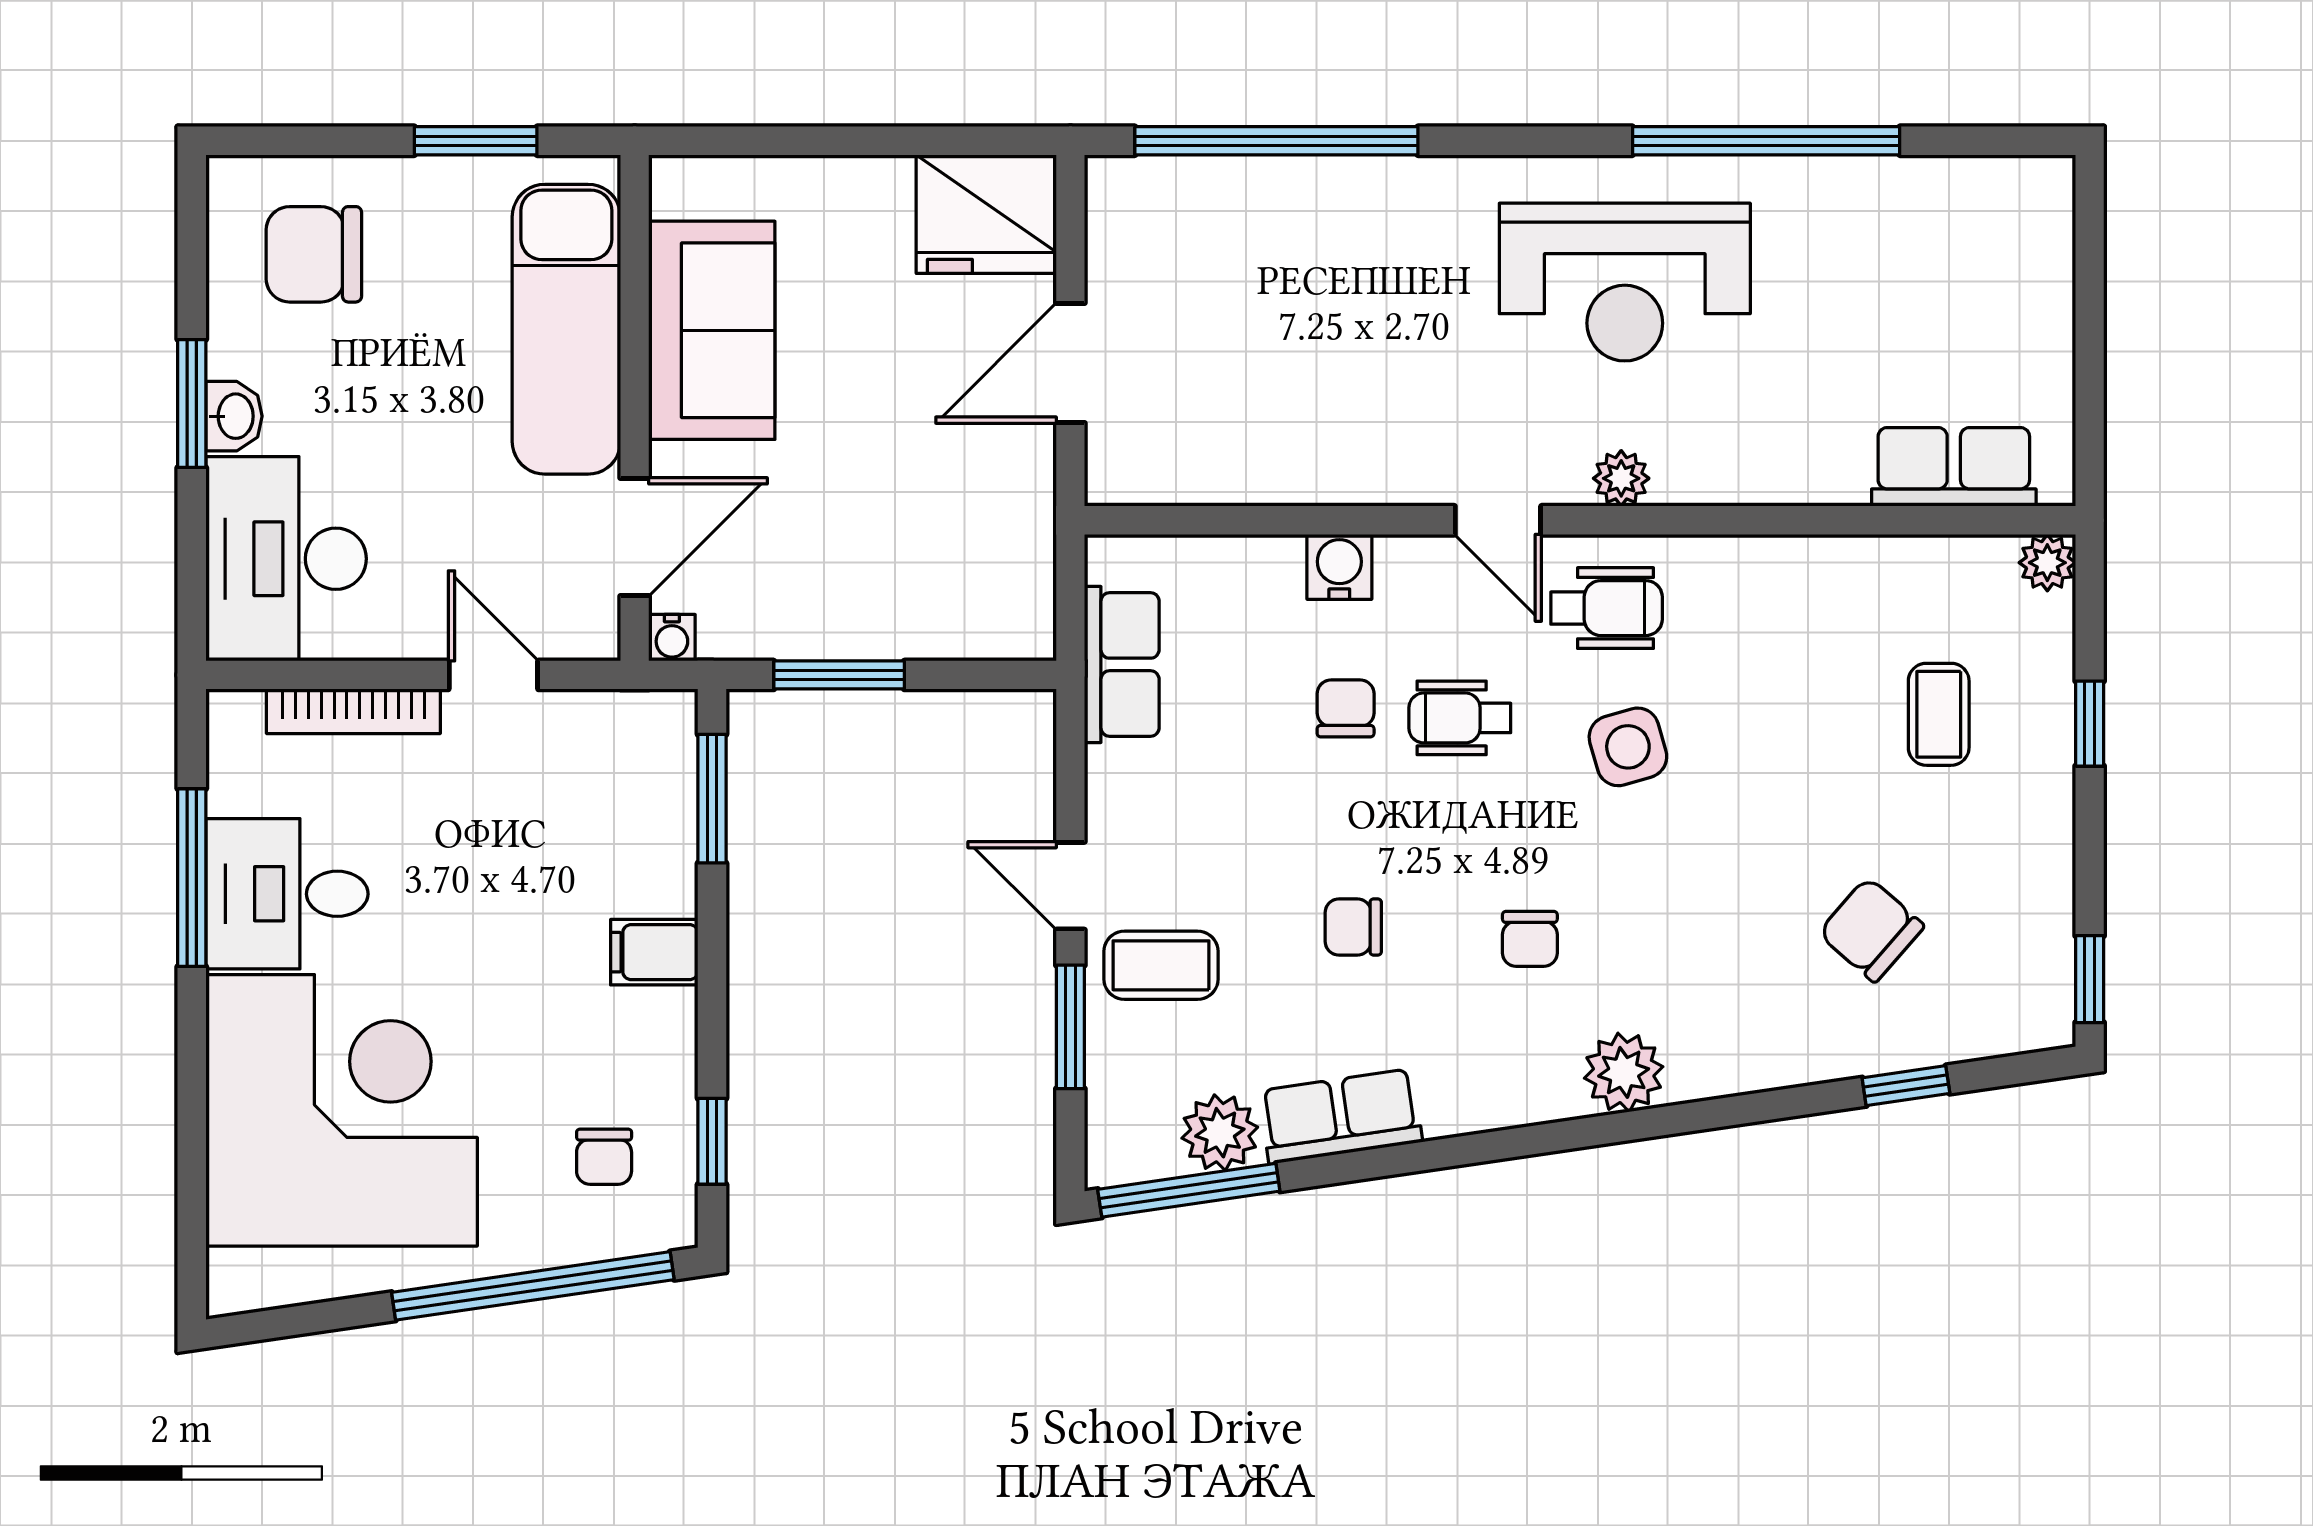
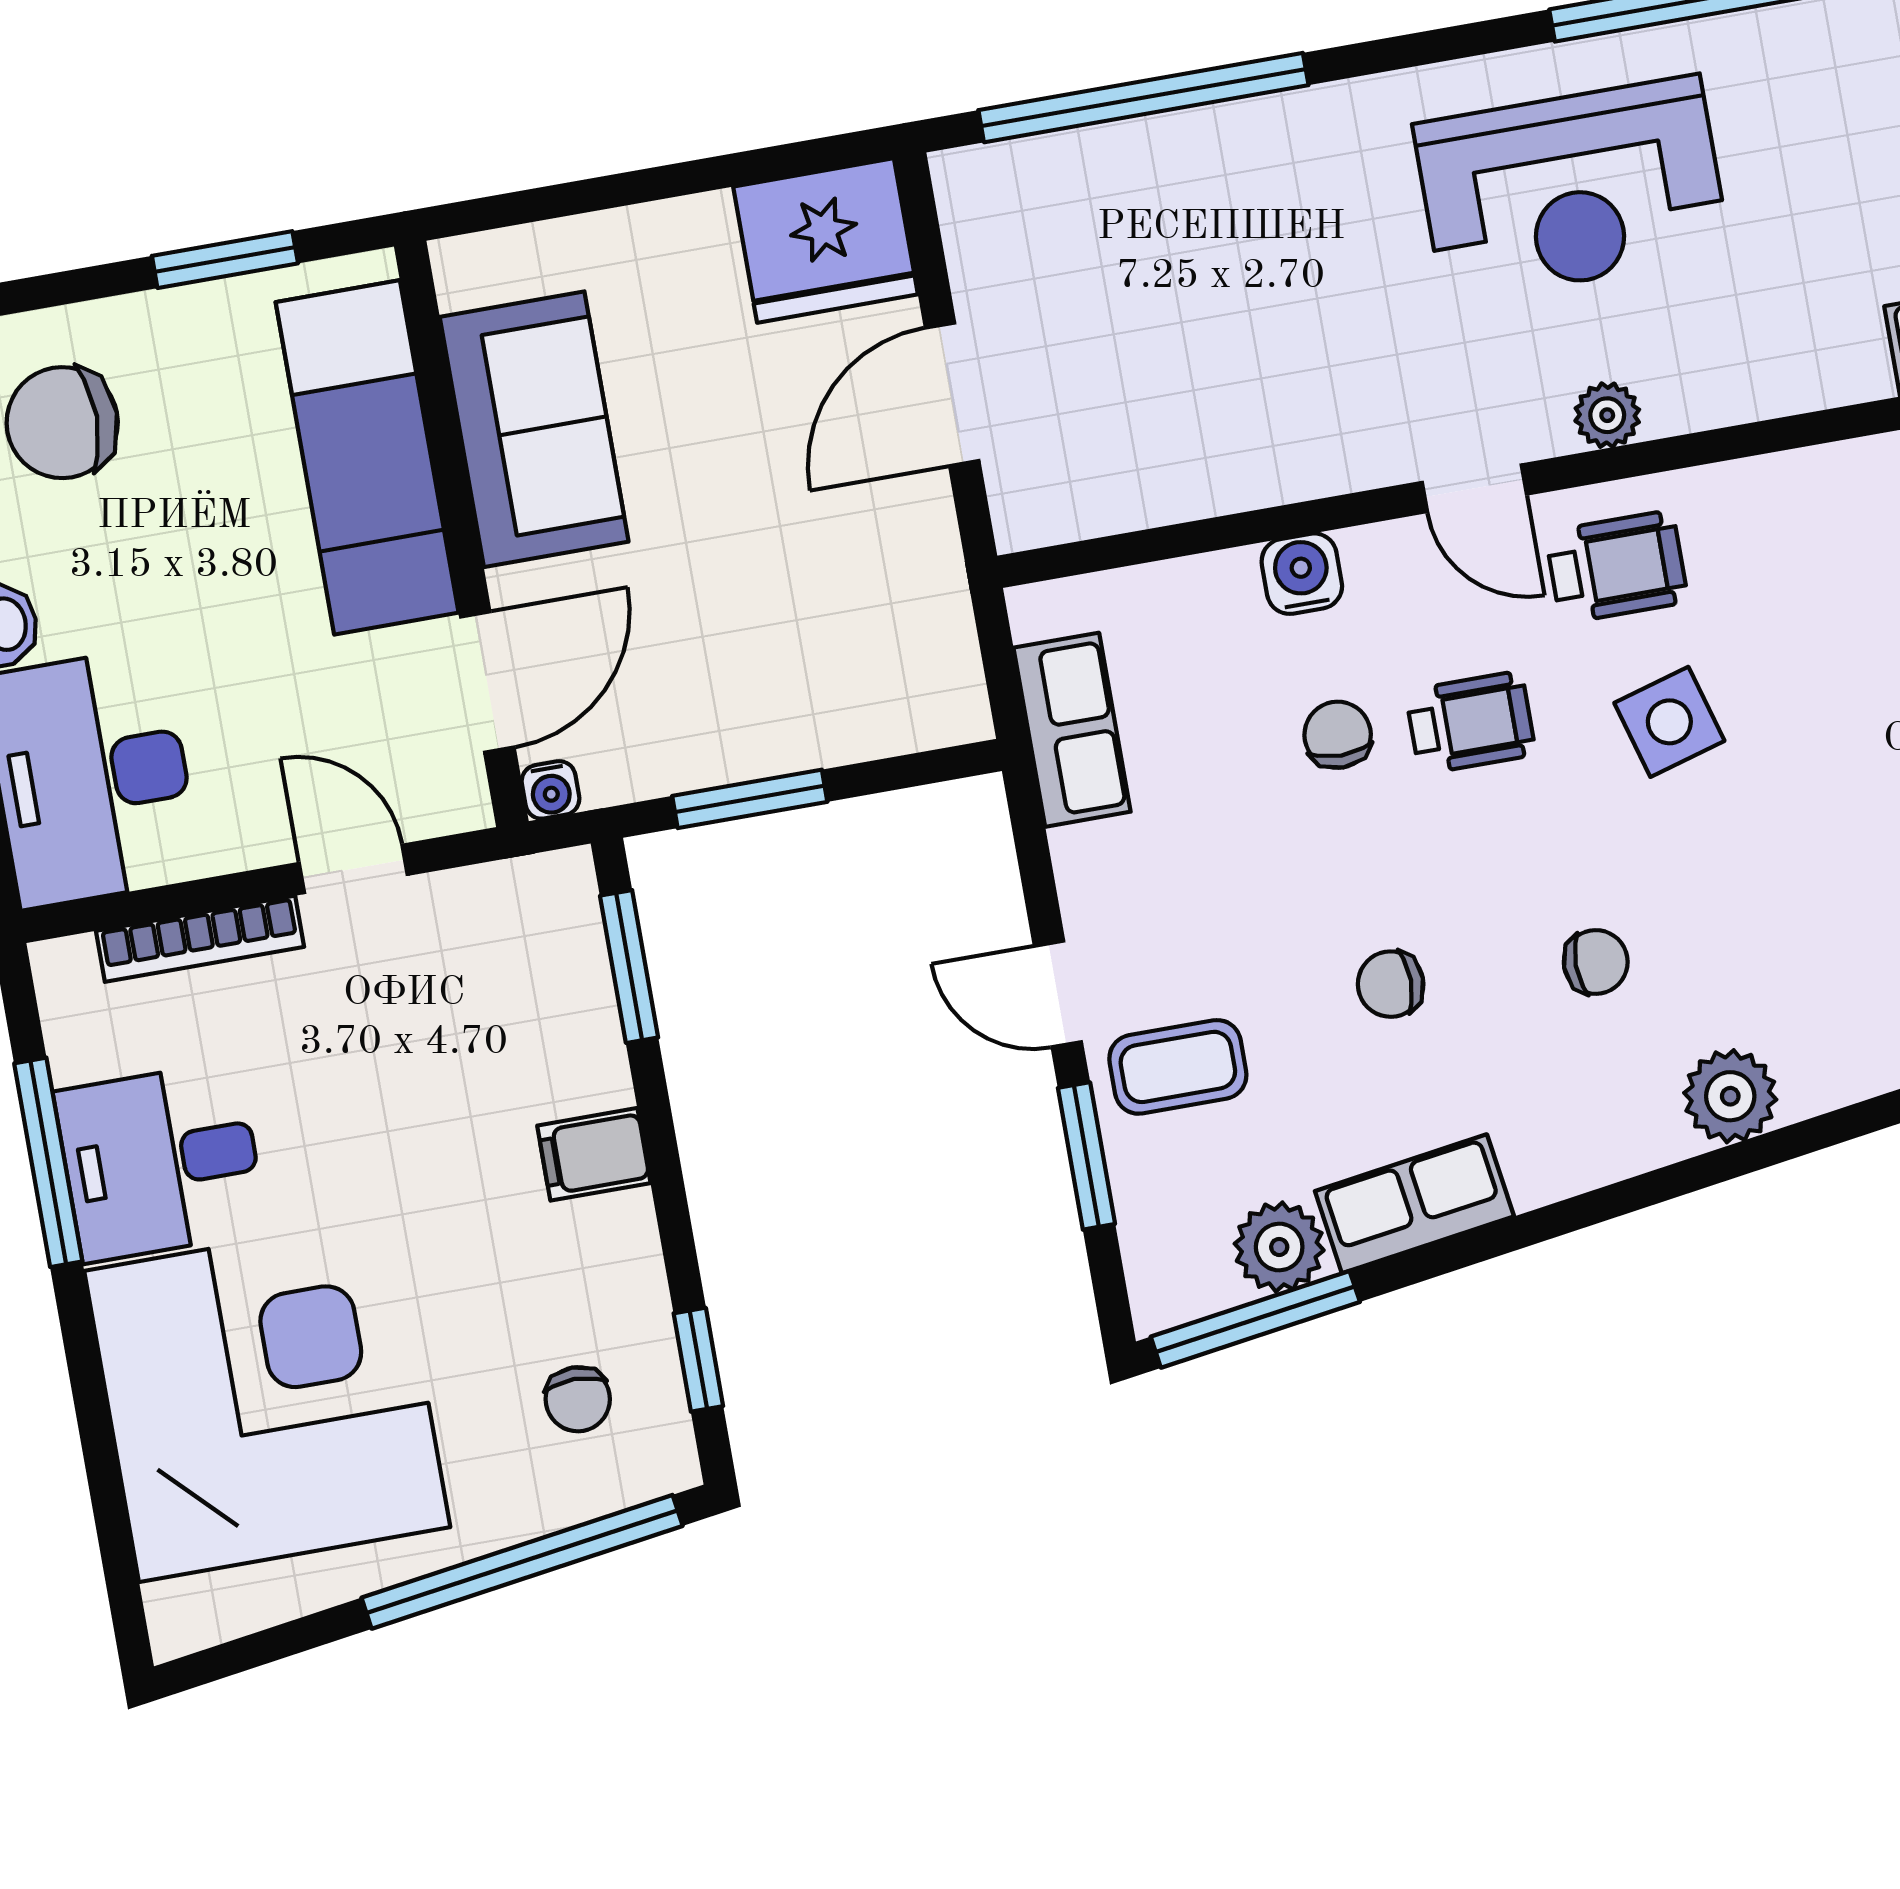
wheelchair: (1460, 718) -> (1471, 723), turned 180
chair: (1530, 939) -> (1596, 962), turned -90

